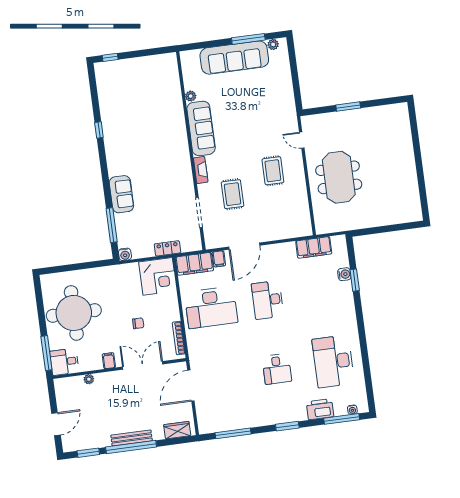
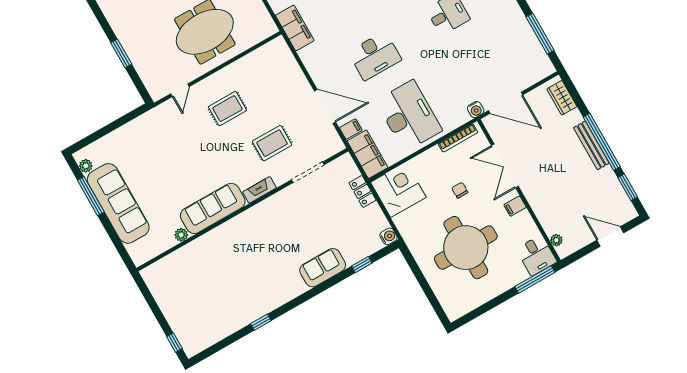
window: (112, 225) -> (362, 265), width x0.46
round table: (74, 313) -> (466, 248), moved
water cooler: (195, 360) -> (476, 110), added
plant: (89, 379) -> (556, 240), moved

